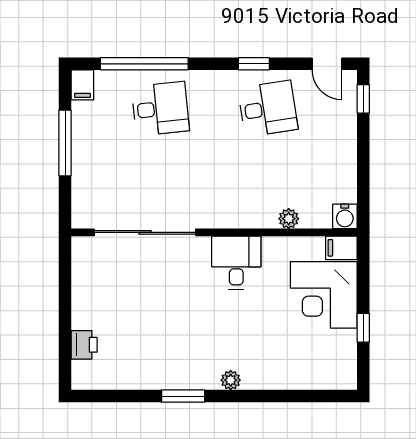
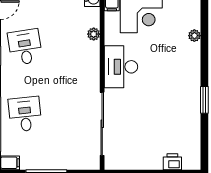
desk: (236, 263) -> (121, 67), width x1.37
plant: (231, 380) -> (194, 36), moved

